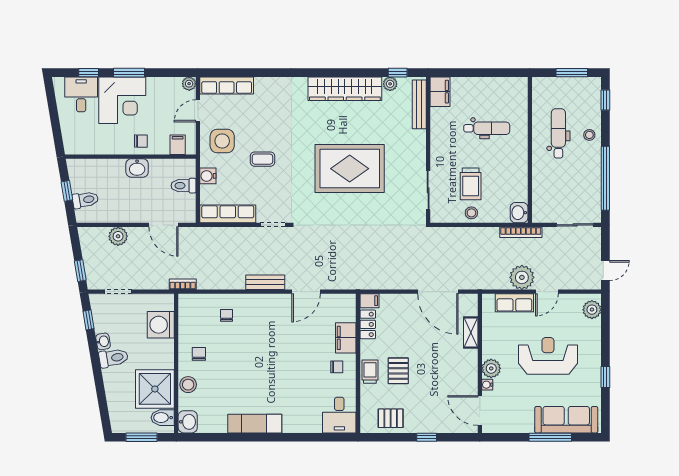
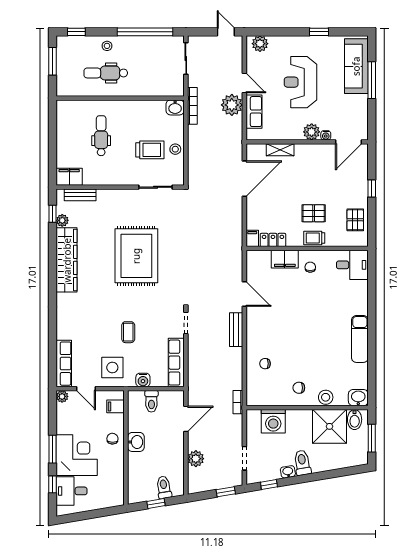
bench: (419, 104) -> (80, 195), width x0.73

